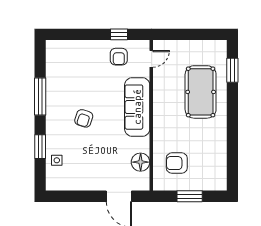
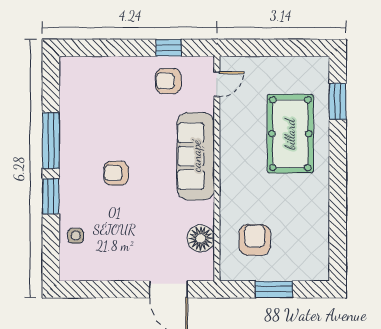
armchair: (119, 57) -> (168, 81), turned 90
armchair: (84, 118) -> (116, 173), turned 72
window: (40, 147) -> (51, 196), moved
armchair: (177, 163) -> (255, 240), turned 90

